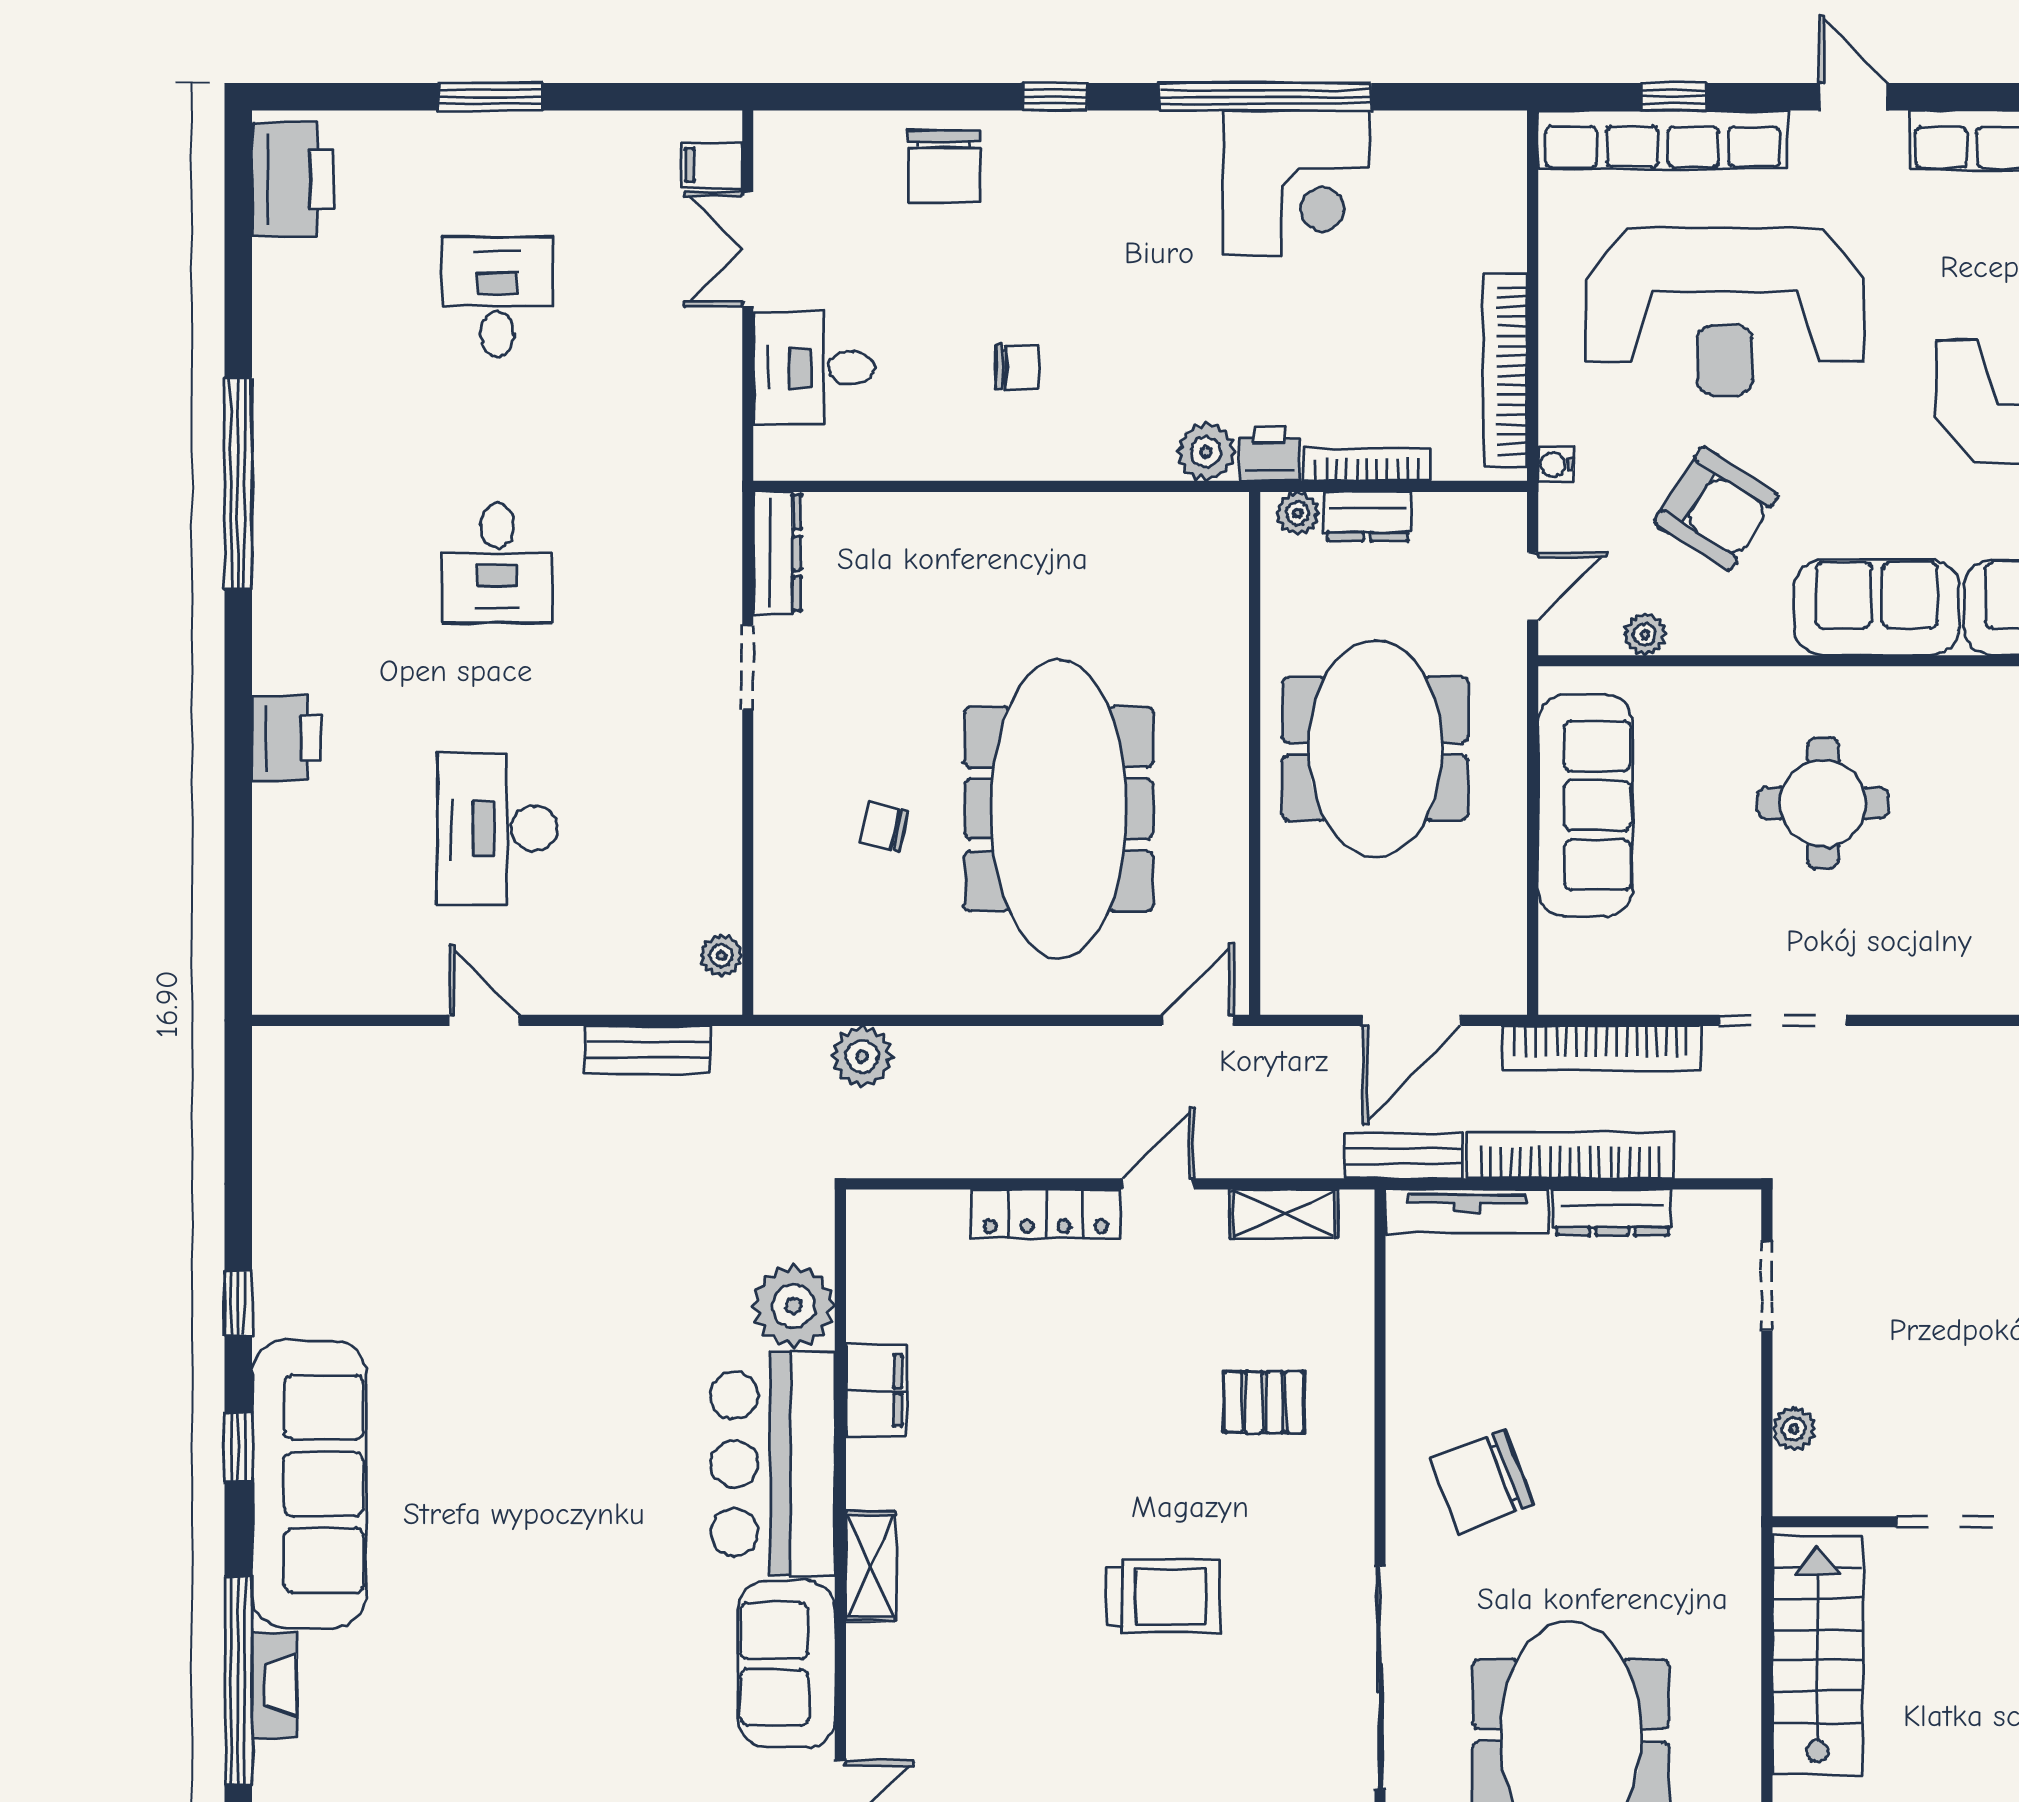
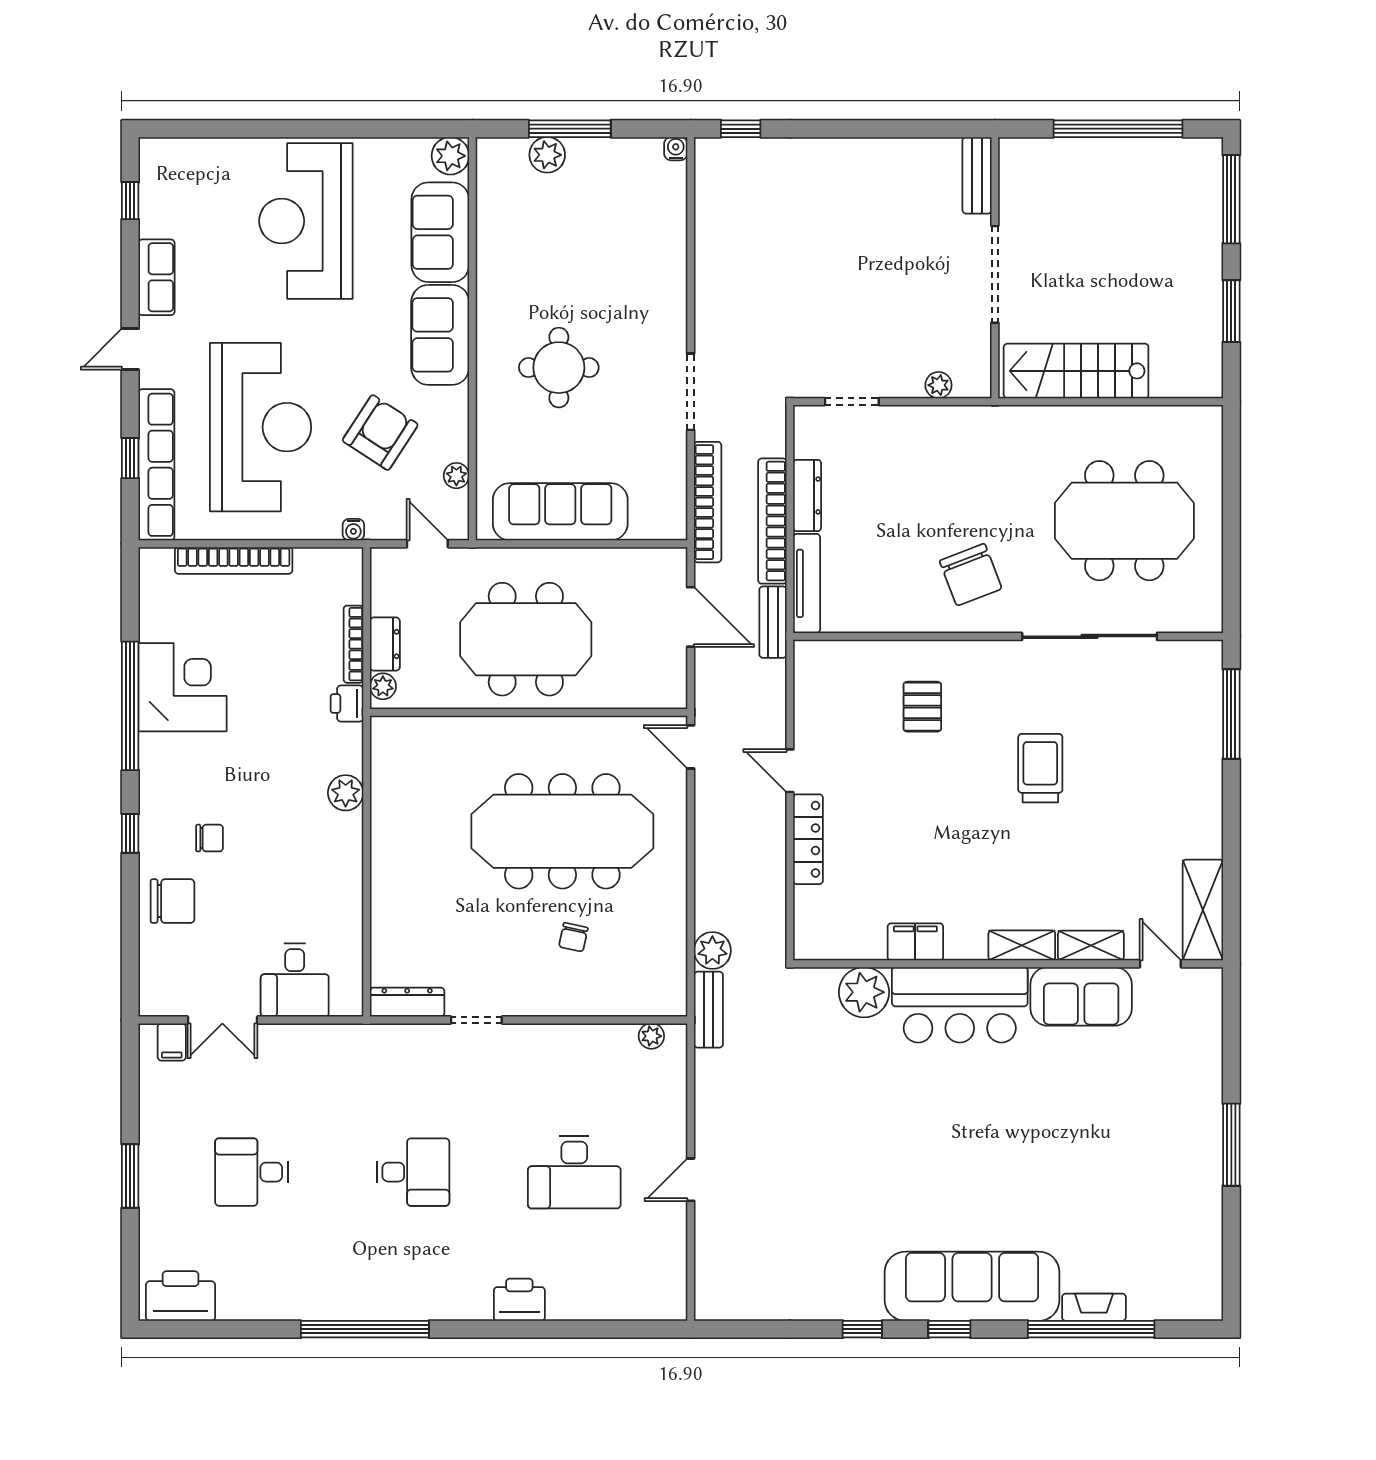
chair: (1017, 367) -> (210, 838), moved, turned 90
bookcase: (1505, 370) -> (234, 560), moved
plant: (1206, 452) -> (346, 793), moved
bench: (648, 1050) -> (708, 1010), moved
shelving: (1284, 1214) -> (1091, 946), moved, turned 90

